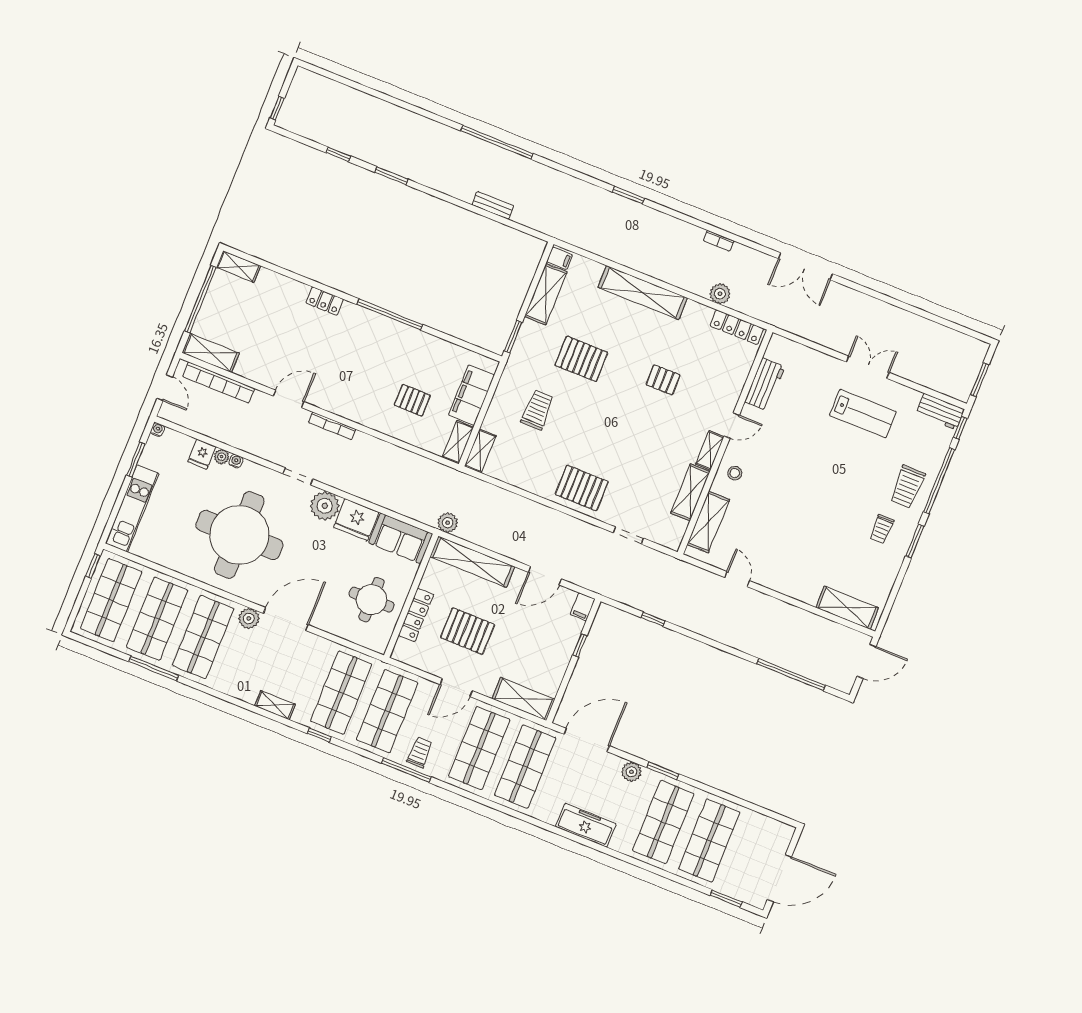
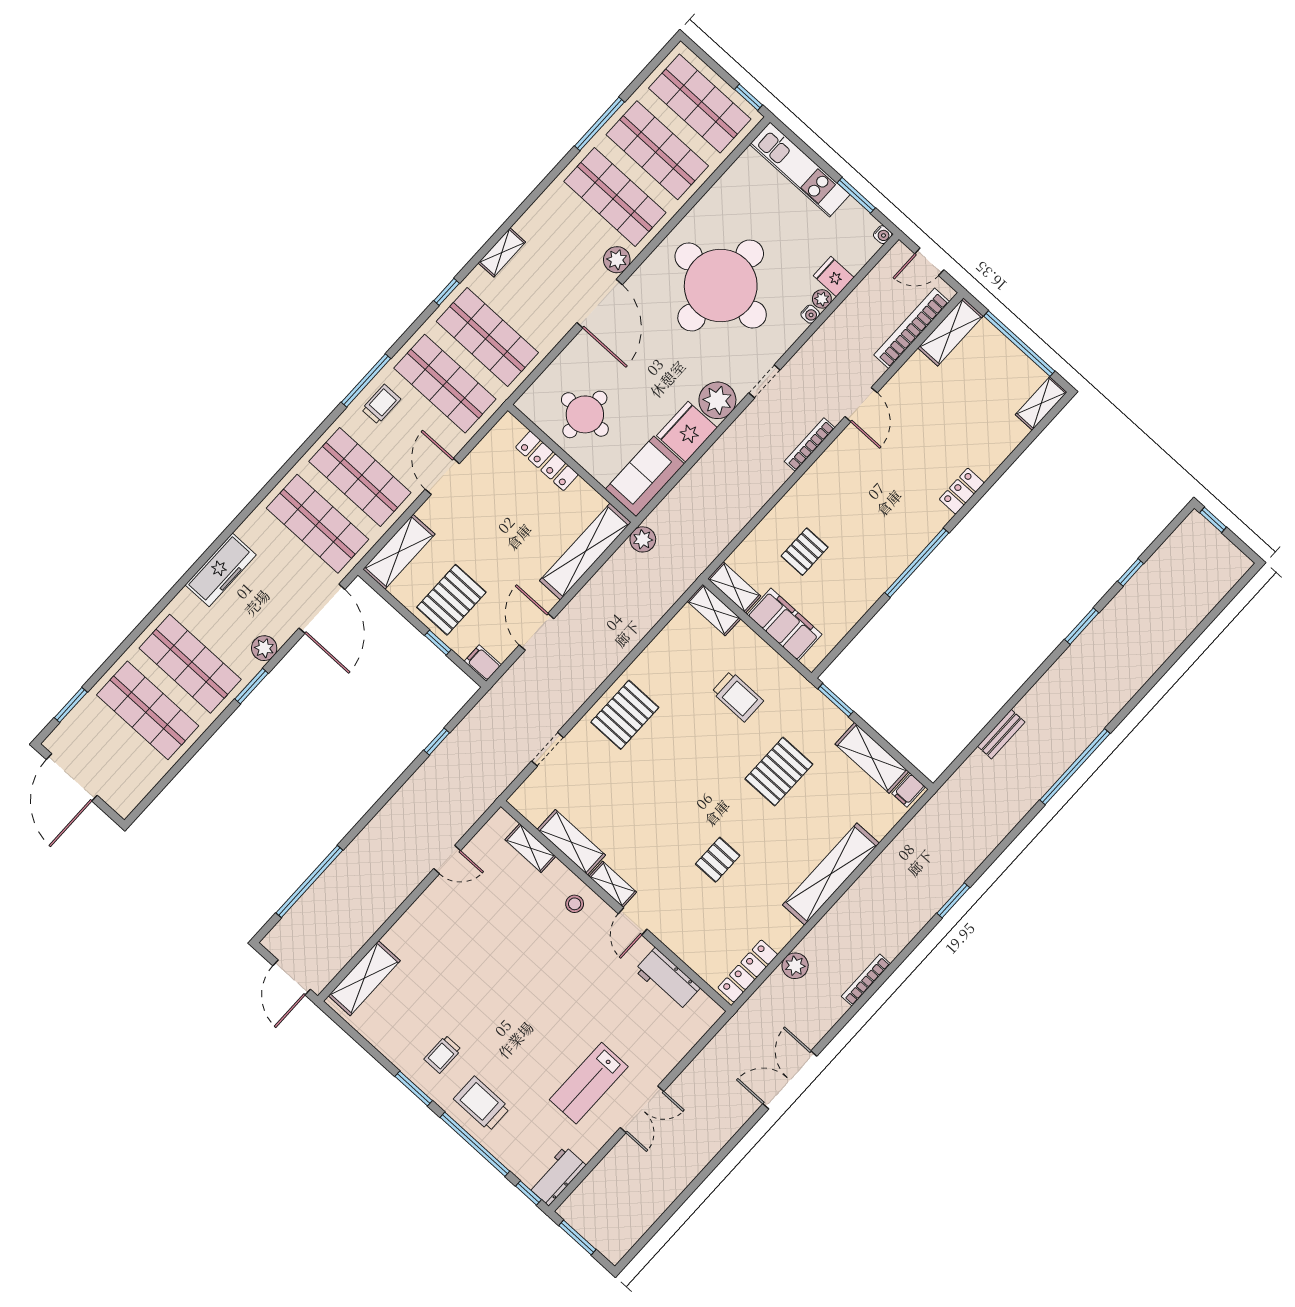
bookcase: (719, 241) -> (866, 980), width x1.56
shelving: (708, 522) -> (530, 848), width x0.67, depth x0.75
trolley: (882, 529) -> (443, 1054), turned -90
pallet: (468, 631) -> (451, 600), moved
trolley: (420, 752) -> (381, 404), turned -90

